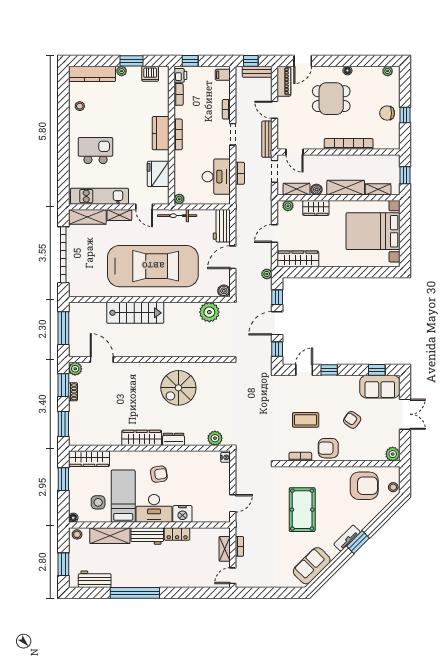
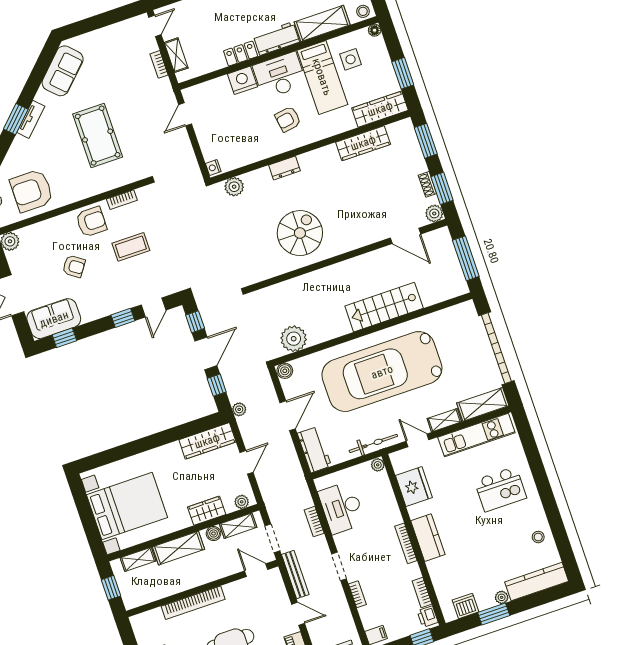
wardrobe: (142, 438) -> (363, 143), moved

